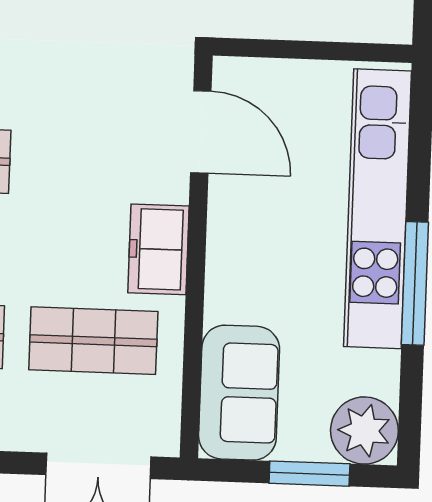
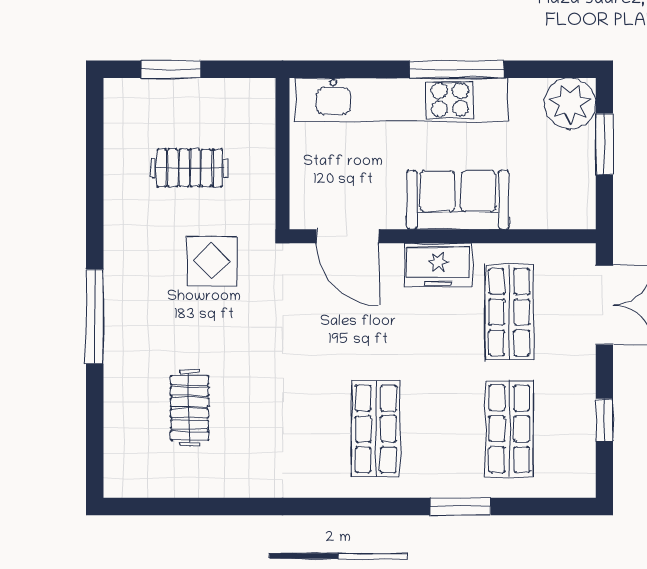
door: (201, 132) -> (348, 236), swing flipped
sofa: (239, 393) -> (458, 200), moved

